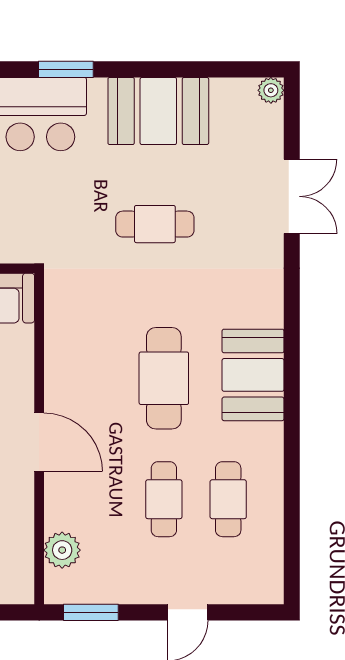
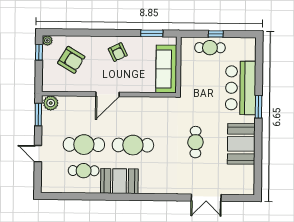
plant: (271, 90) -> (249, 190), removed
booth: (253, 375) -> (119, 181), moved
cafe table: (164, 499) -> (84, 145), width x1.37, depth x1.35
plant: (62, 550) -> (51, 103), moved

